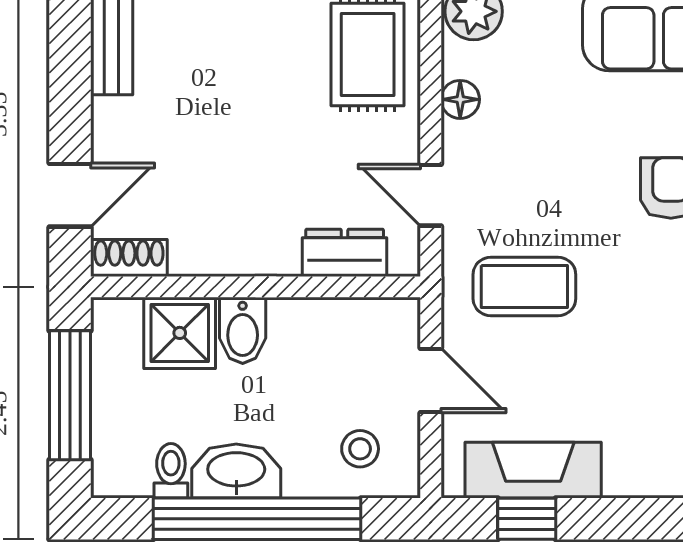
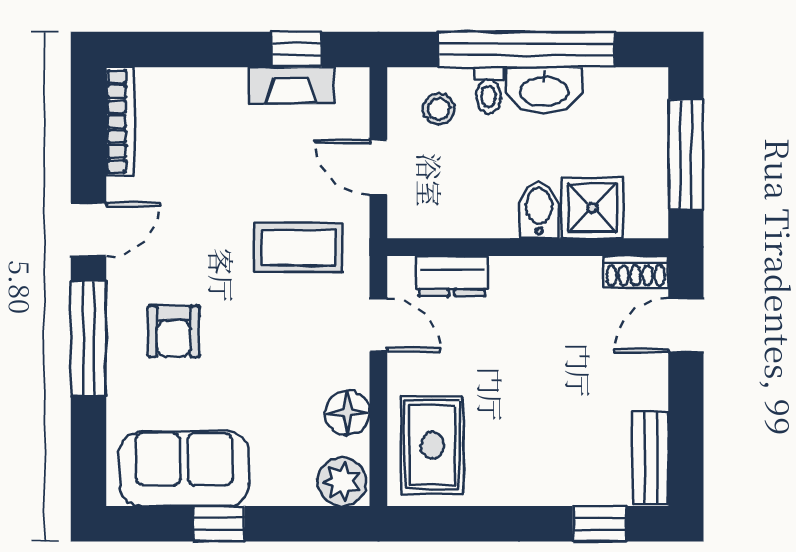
floor lamp: (460, 99) -> (347, 413), width x1.37, depth x1.37
fireplace: (533, 470) -> (291, 85), width x0.73, depth x0.76
toilet: (171, 471) -> (489, 90), moved

